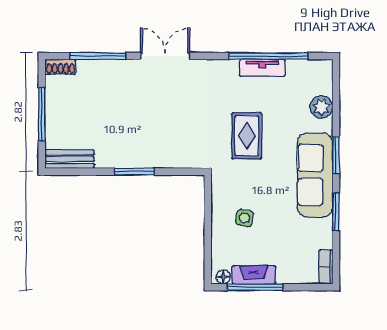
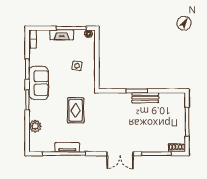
bench: (70, 159) -> (145, 98), moved
sofa: (315, 175) -> (39, 83), width x0.73
fireplace: (254, 275) -> (62, 35), moved

